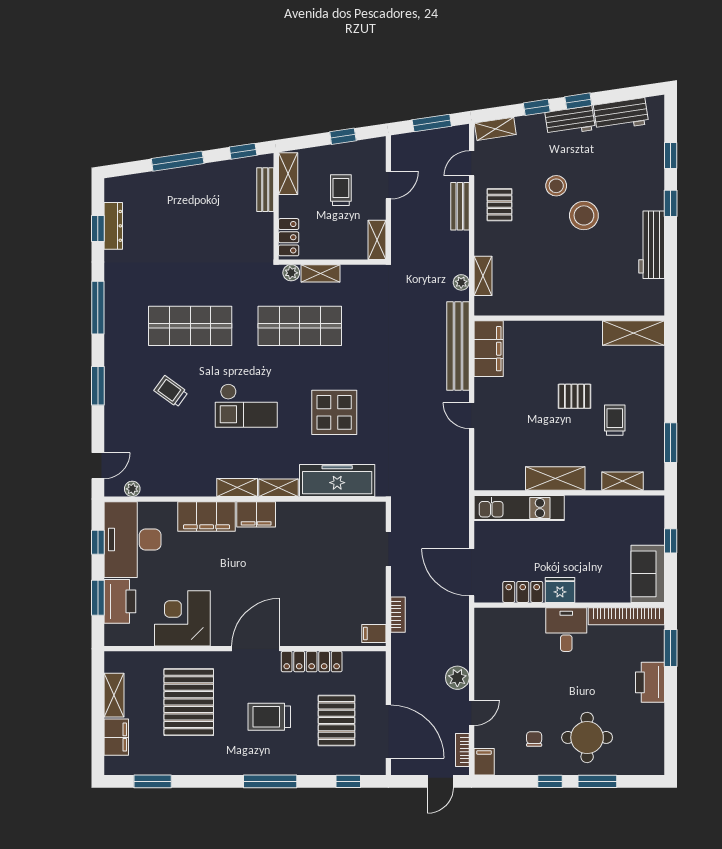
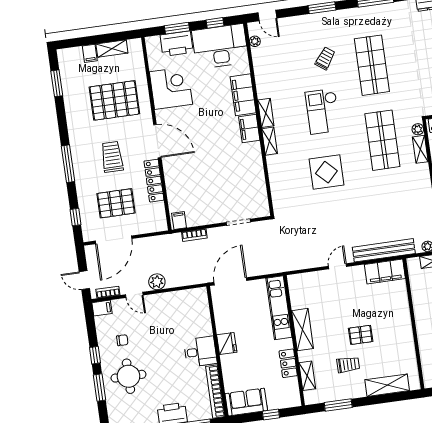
shelving: (634, 333) -> (387, 385), moved, turned 90
pallet: (575, 396) -> (361, 335), turned 90
freezer: (337, 480) -> (280, 181), removed
locker: (523, 592) -> (288, 363), moved, turned 180
filing cabinet: (116, 737) -> (90, 53), width x0.50

